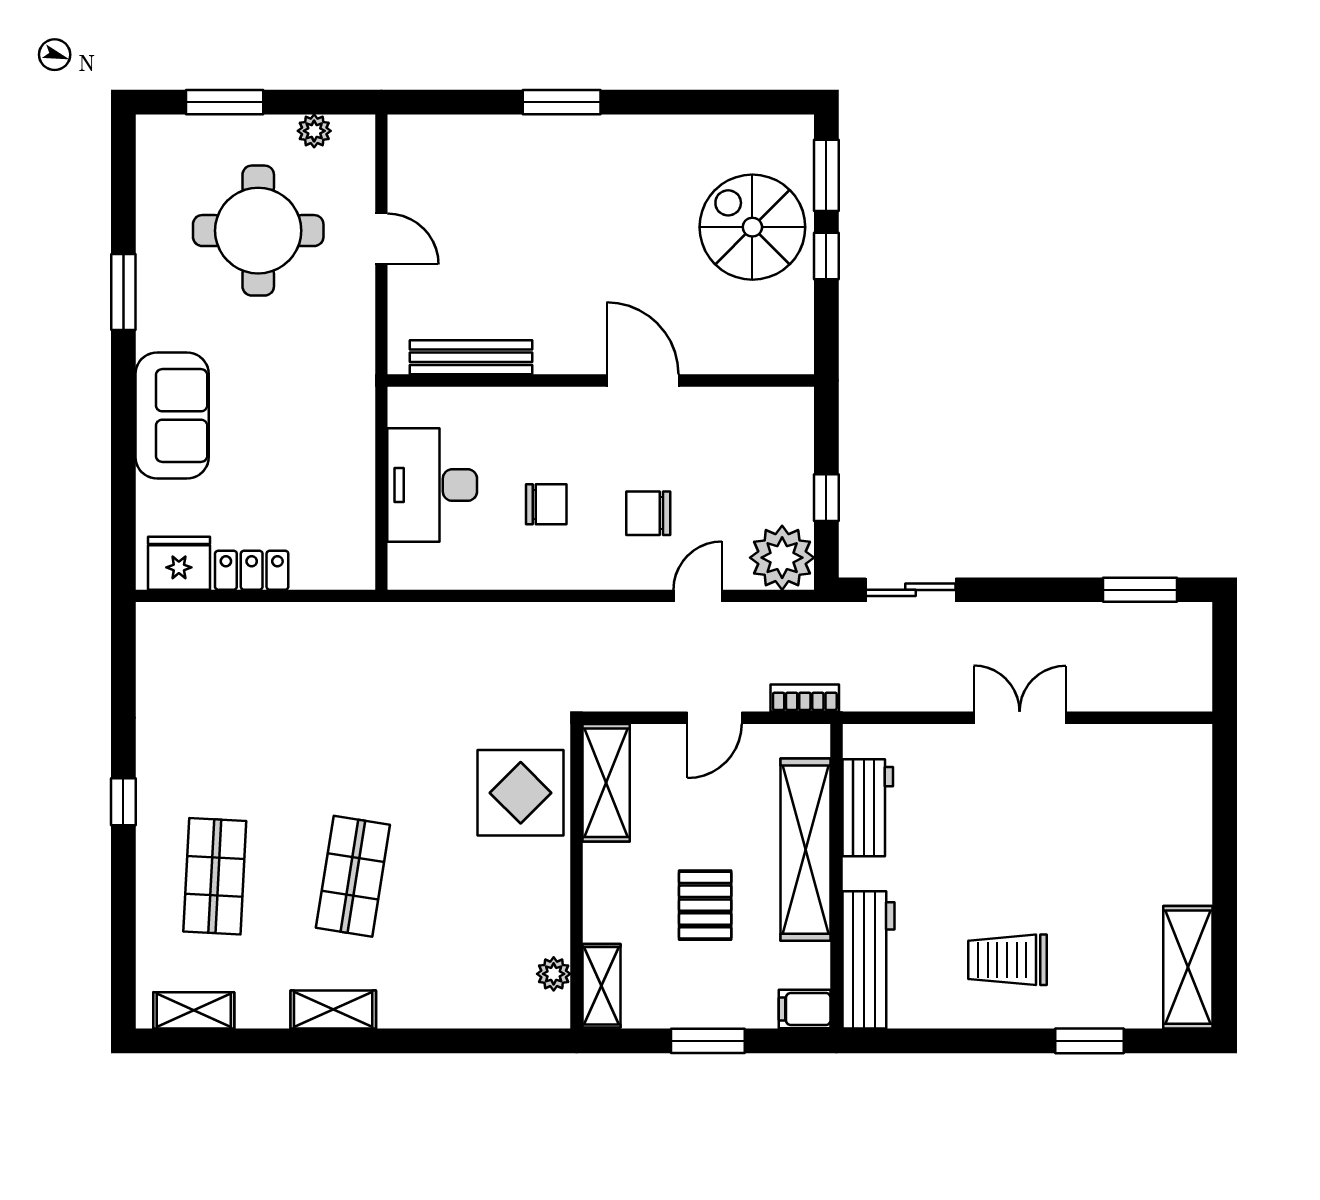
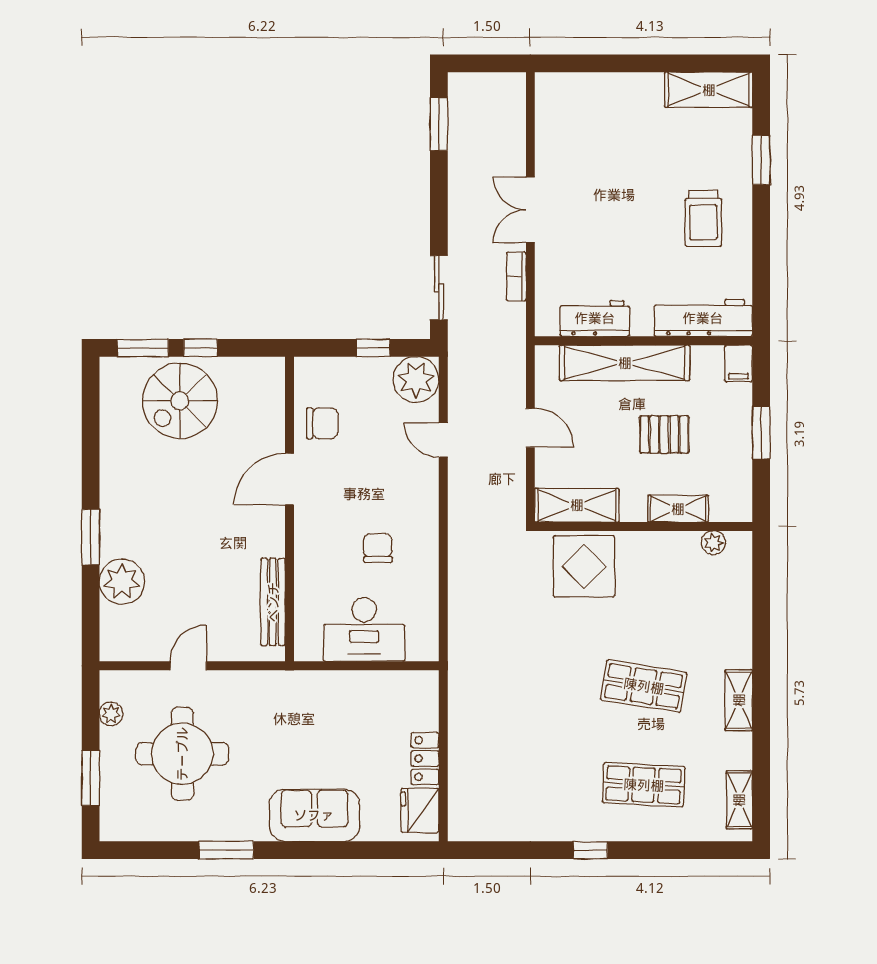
plant: (499, 146) -> (122, 582), added
chair: (648, 513) -> (322, 423), moved, turned -90
bookcase: (805, 698) -> (516, 277), moved
shelving: (601, 986) -> (678, 509), moved

